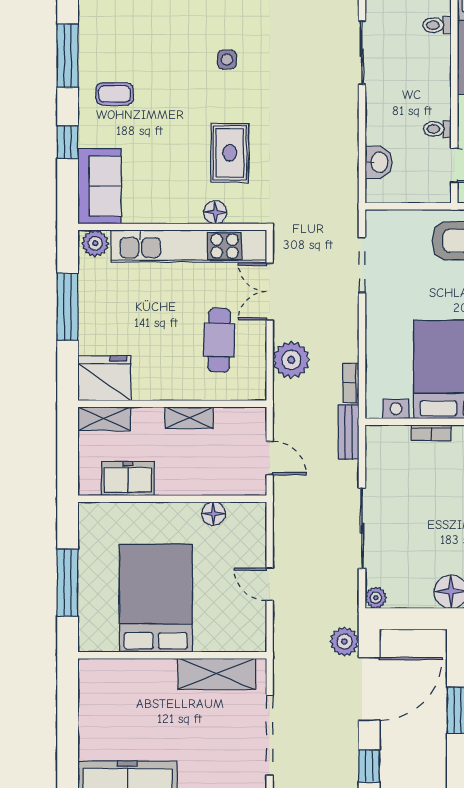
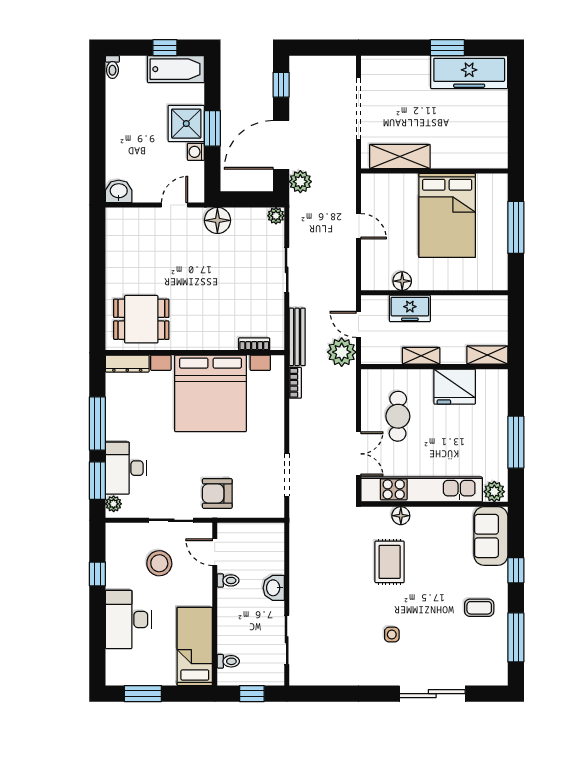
washbasin: (379, 162) -> (274, 588), moved
plant: (291, 360) -> (342, 352), moved
fridge: (104, 378) -> (455, 387), moved
bench: (349, 432) -> (297, 337), width x1.36
bookcase: (431, 433) -> (254, 344), moved
freezer: (128, 479) -> (410, 308), moved
sliding door: (362, 528) -> (287, 270), width x0.73

